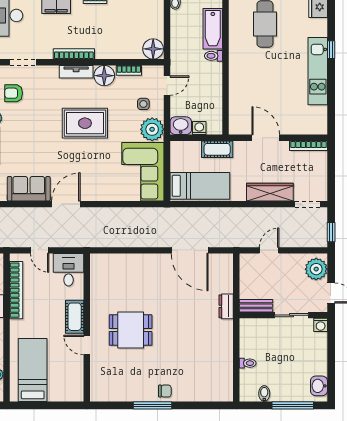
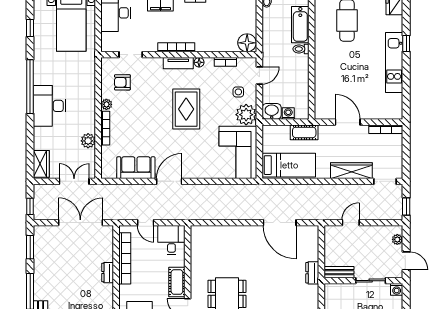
floor lamp: (104, 76) -> (199, 62), width x0.53, depth x0.53
rug: (85, 123) -> (186, 109), turned 90
plant: (316, 269) -> (397, 239), width x0.53, depth x0.53

